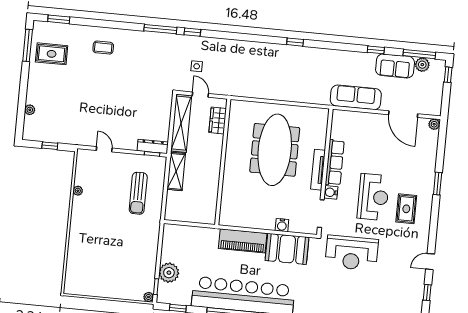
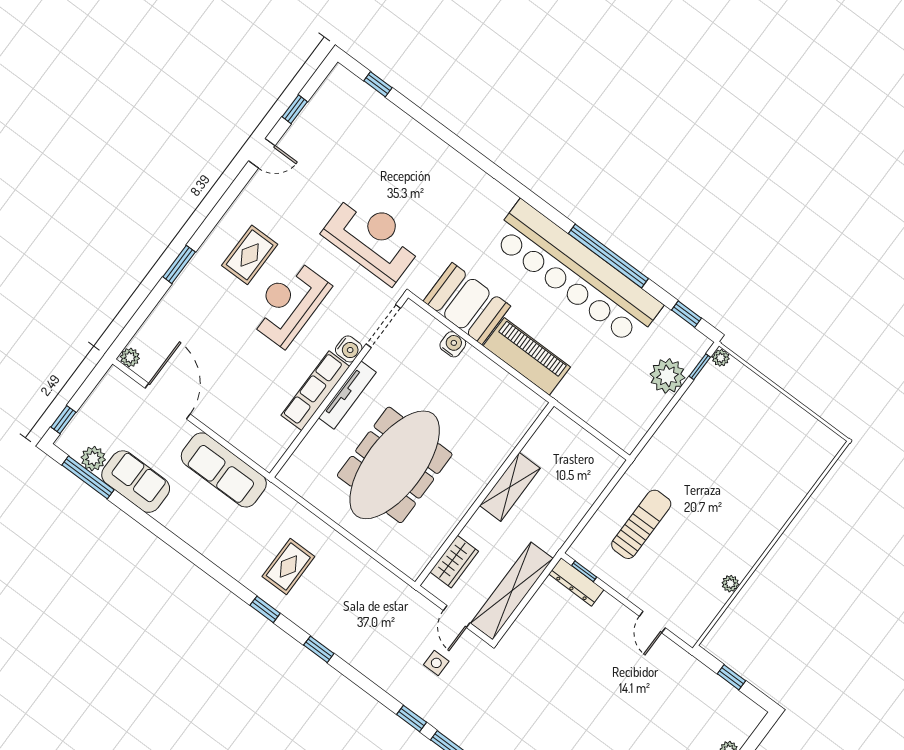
window: (376, 50) -> (319, 649), moved
rug: (296, 70) -> (288, 566), added
shelving: (176, 171) -> (510, 487), moved

